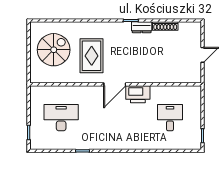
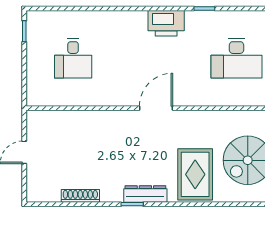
dresser: (142, 27) -> (145, 194), moved, width x1.44
rug: (92, 56) -> (195, 174), moved
printer: (138, 94) -> (166, 23), moved, turned 180

